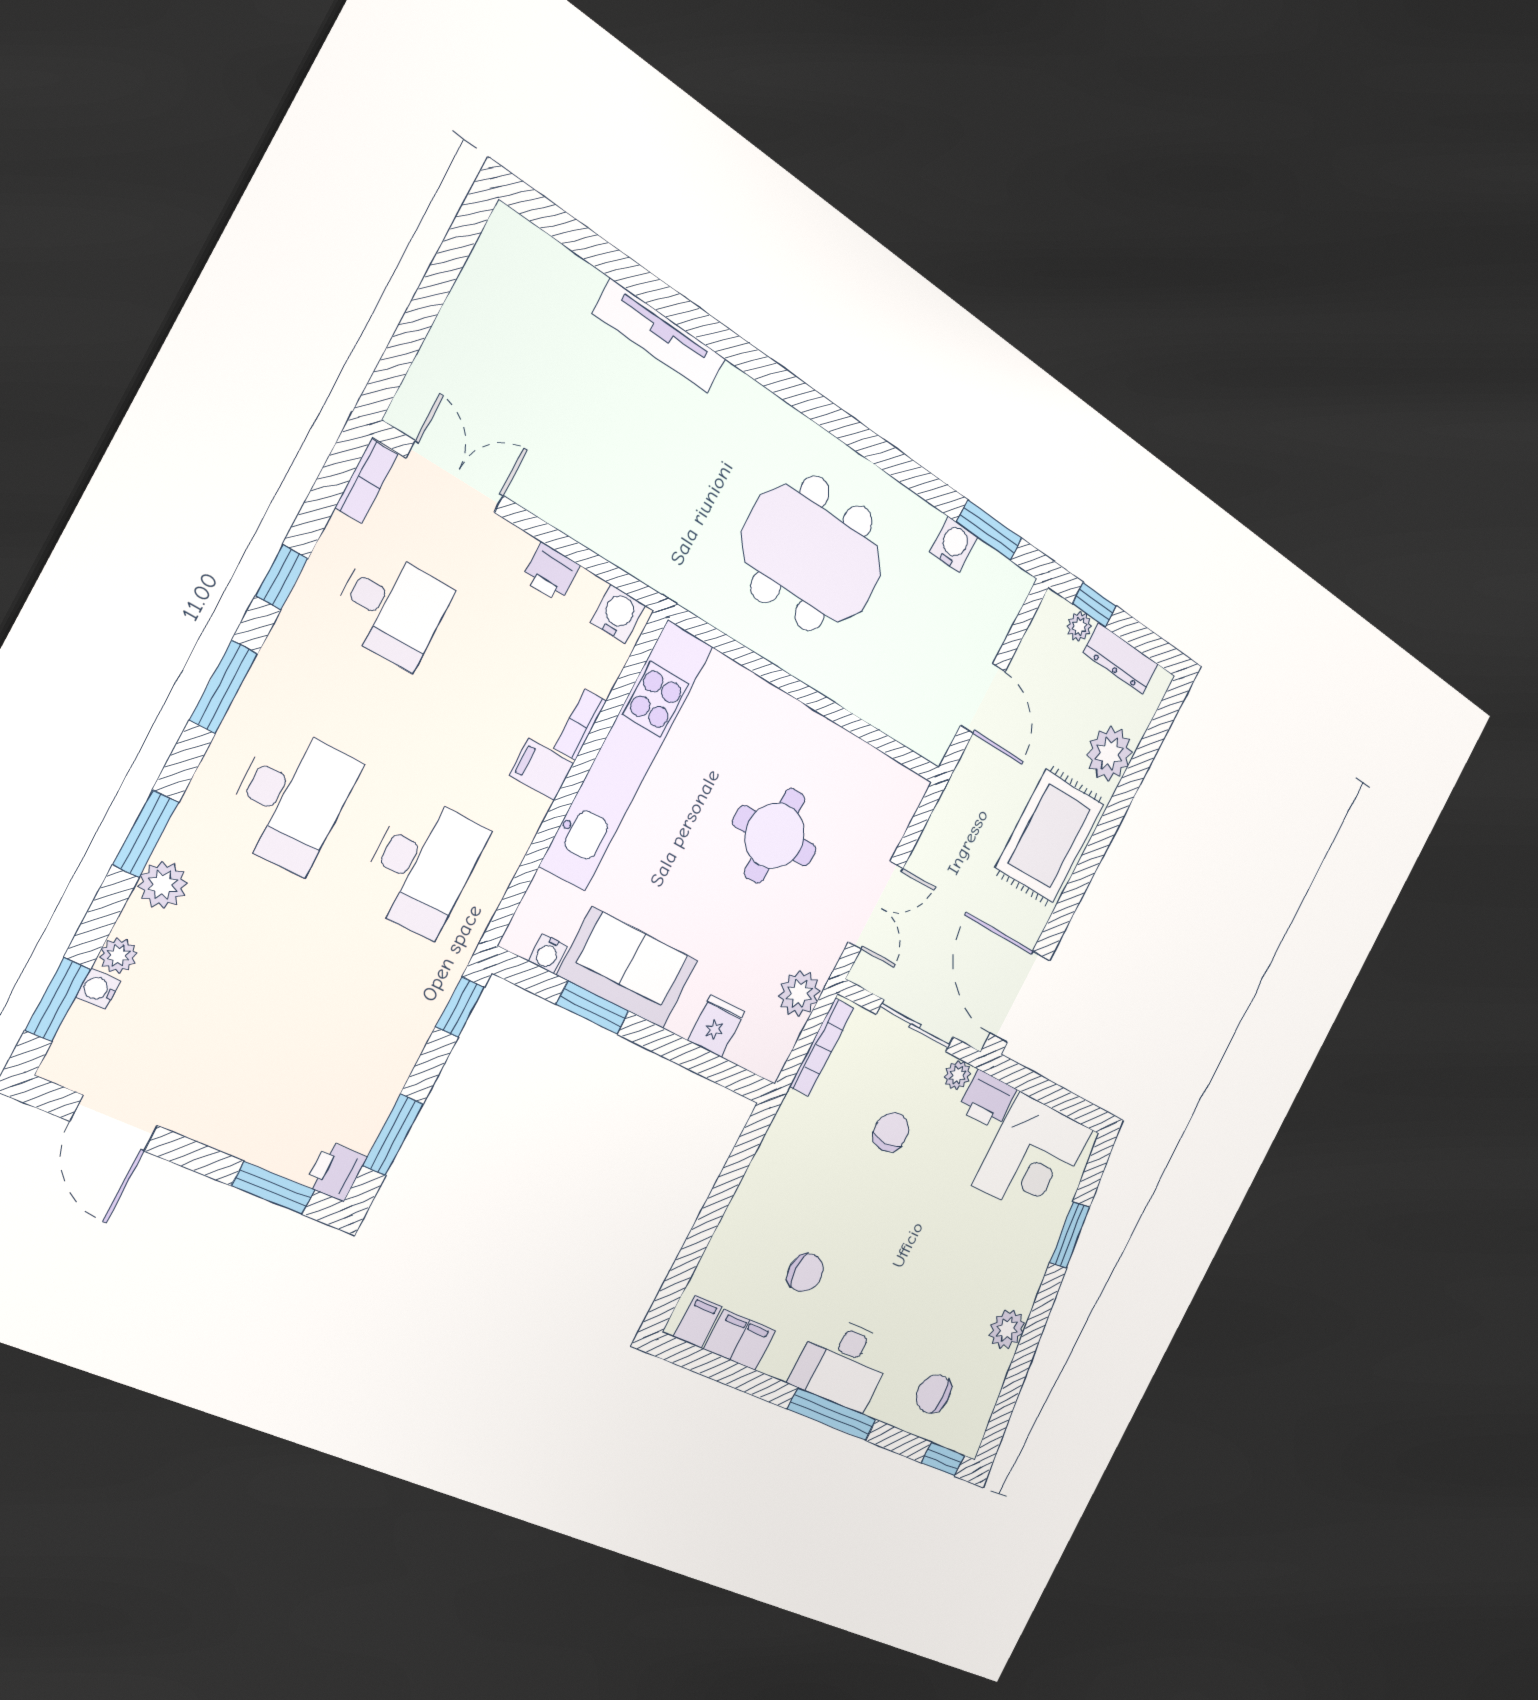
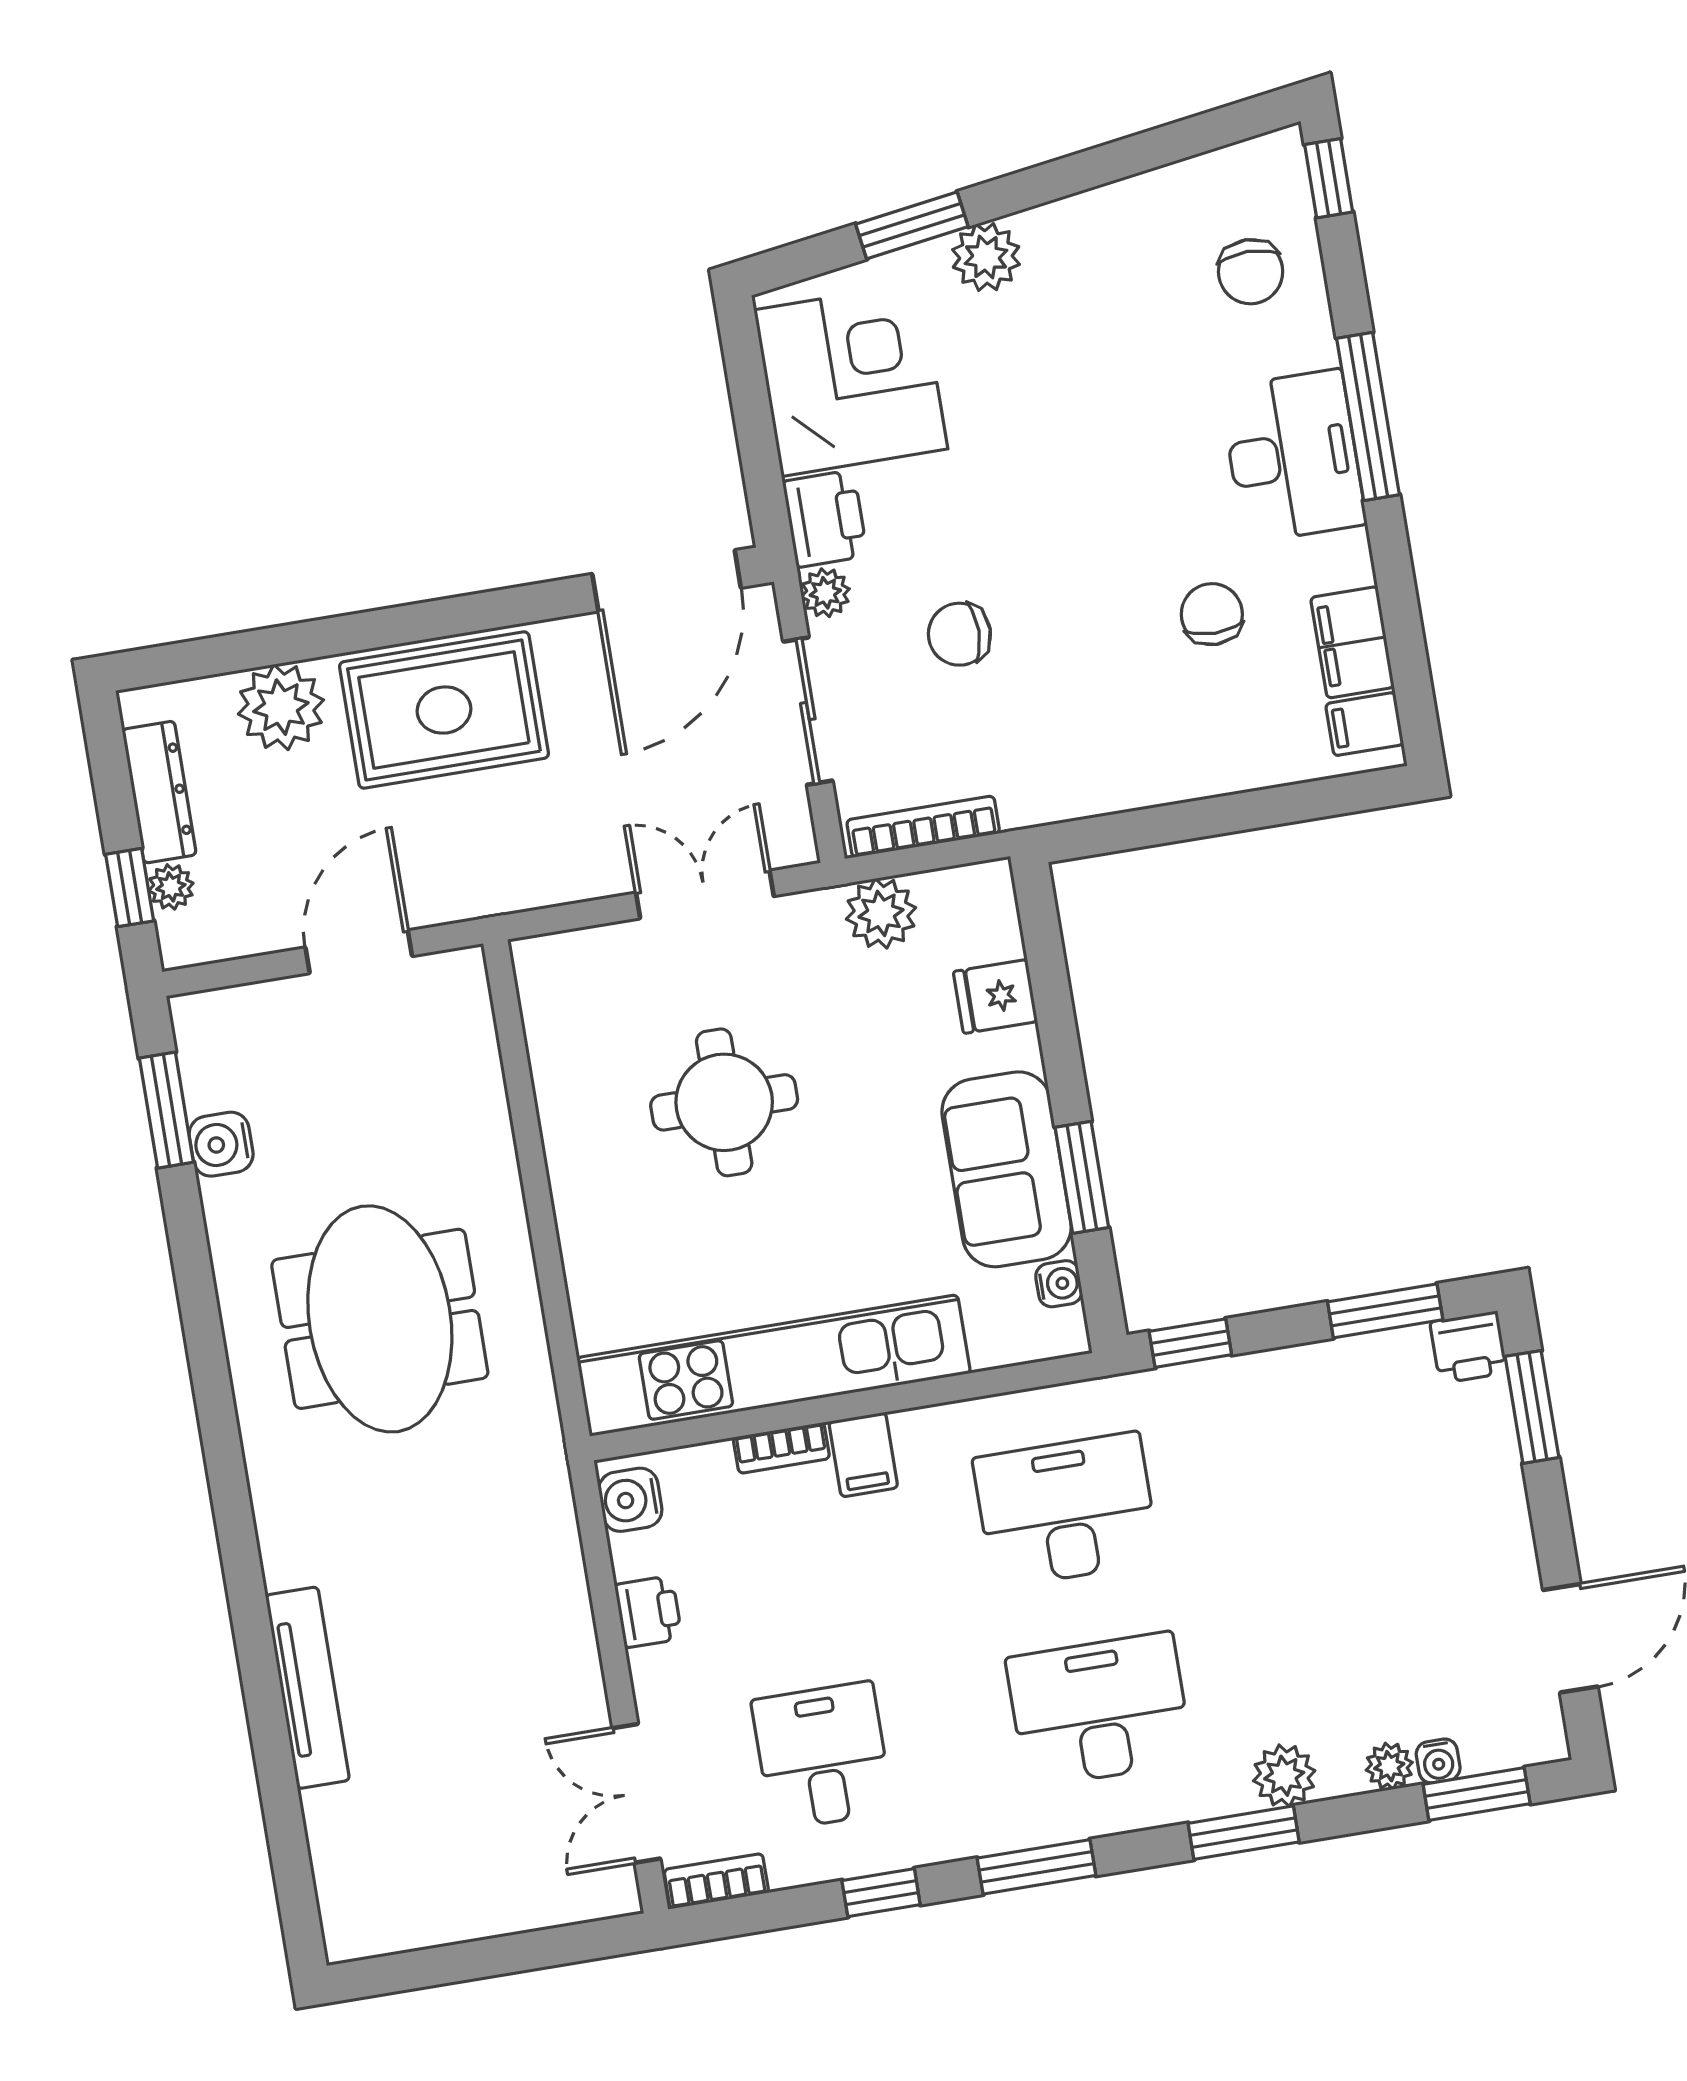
plant: (1007, 1329) -> (986, 257), moved

